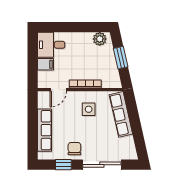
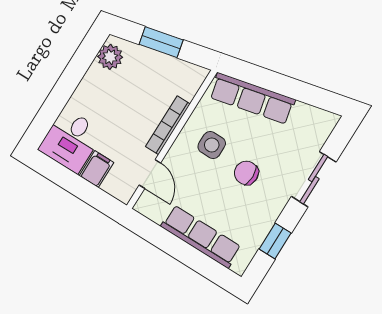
chair: (74, 149) -> (246, 173), moved
sliding door: (102, 165) -> (314, 179), width x0.73

